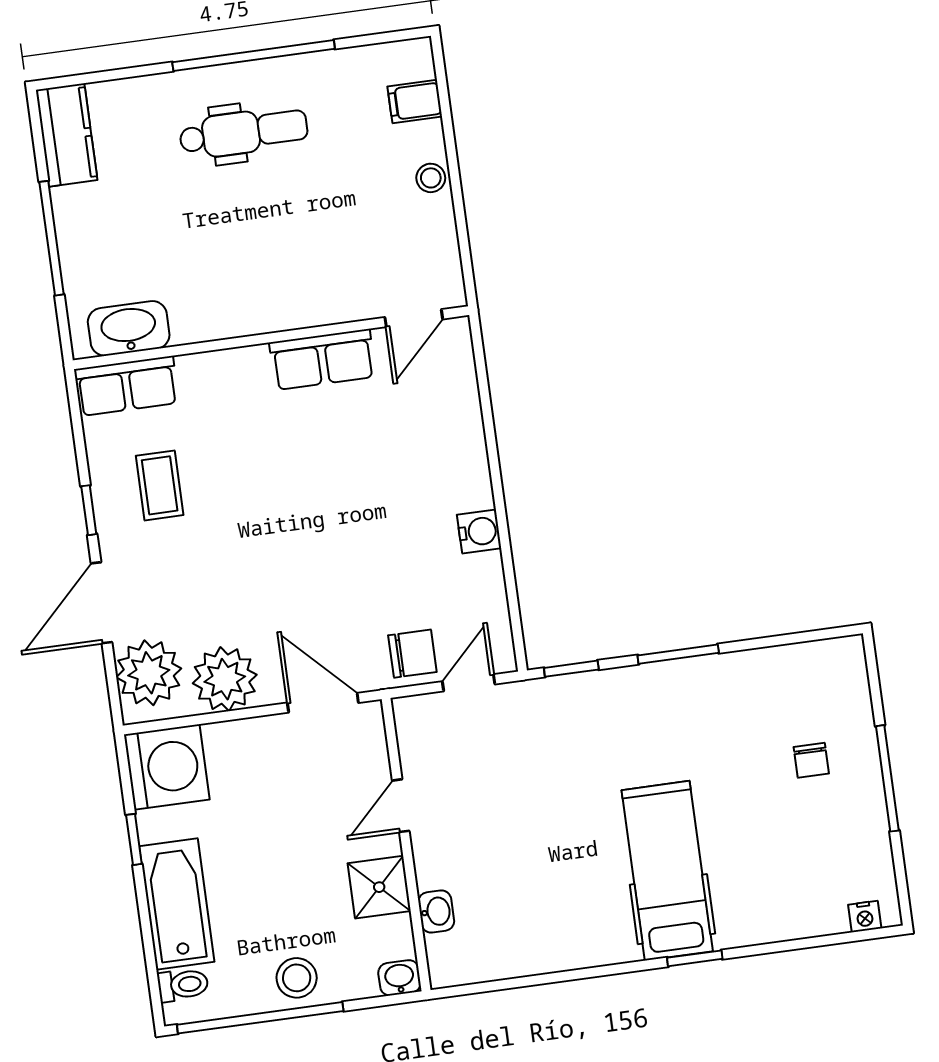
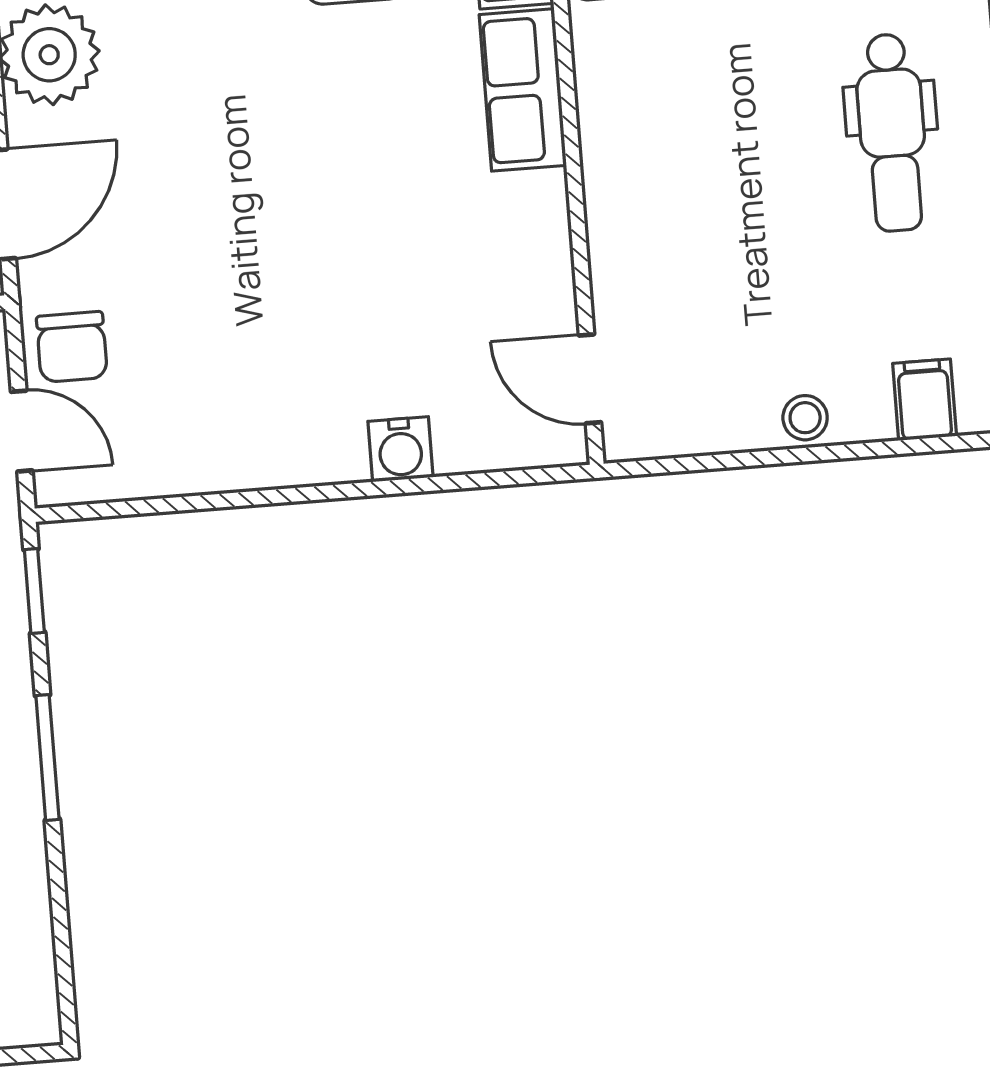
row of seats: (323, 360) -> (523, 90), moved
water cooler: (479, 532) -> (400, 449), moved

